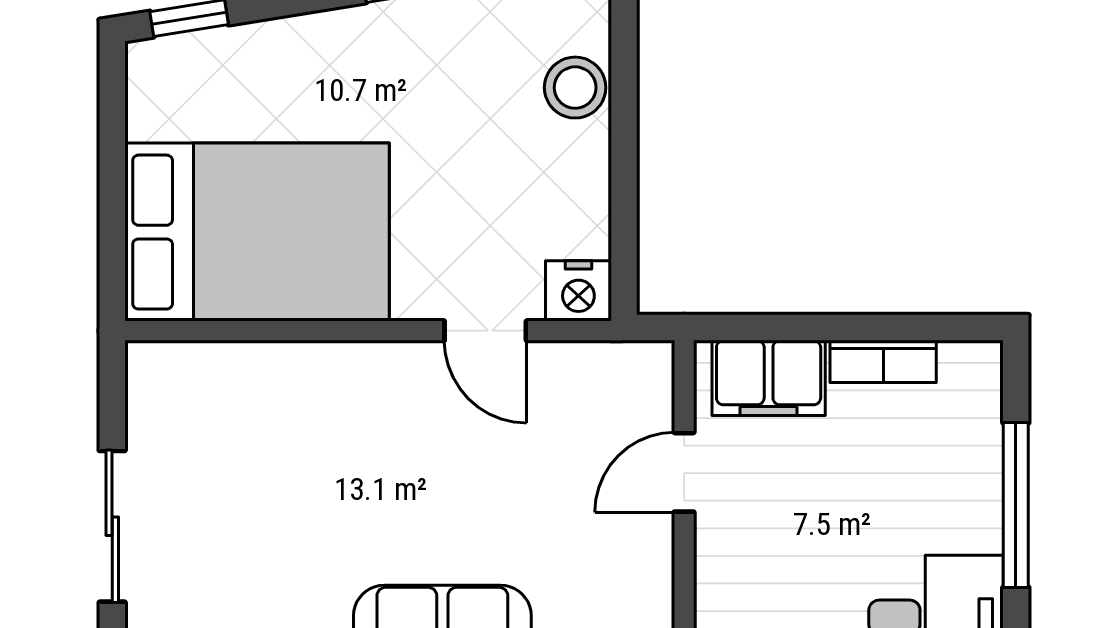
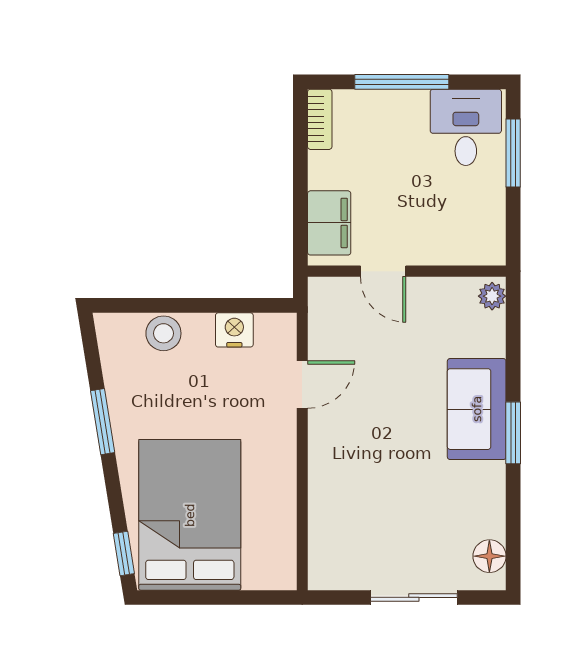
bed: (257, 232) -> (190, 515), moved
nightstand: (578, 291) -> (234, 330), moved, turned -90
bookcase: (883, 361) -> (320, 119), moved

